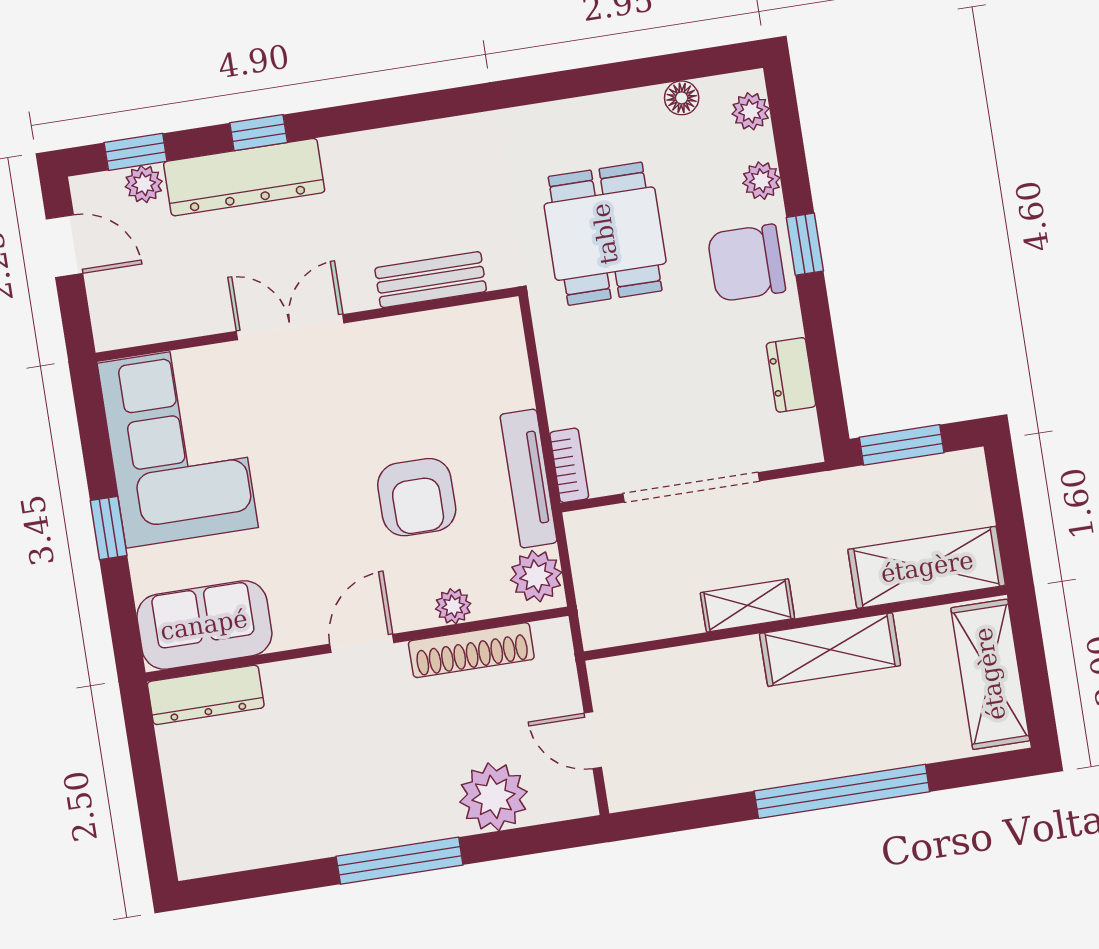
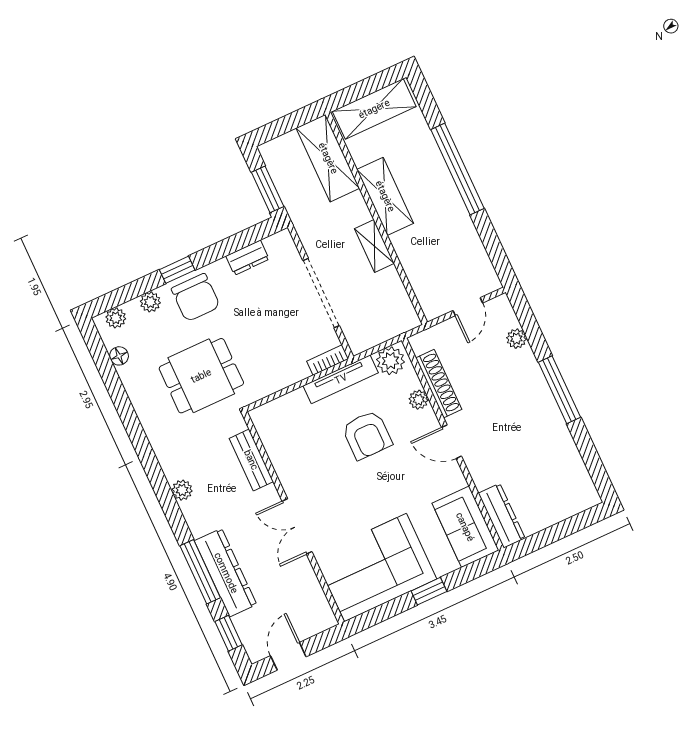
window: (259, 133) -> (200, 572), width x2.17
plant: (144, 184) -> (182, 490), moved
armchair: (417, 497) -> (367, 435), turned 90
plant: (494, 797) -> (516, 339), width x0.53, depth x0.53

